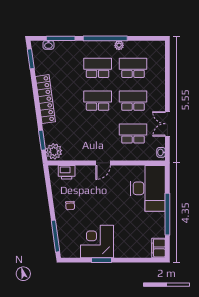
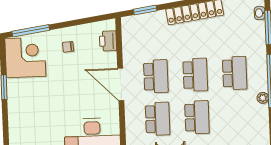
school desk: (133, 68) -> (156, 76), moved
plant: (54, 151) -> (132, 25), removed
door: (103, 163) -> (121, 84), width x1.88
corner desk: (97, 241) -> (25, 57), moved

